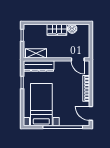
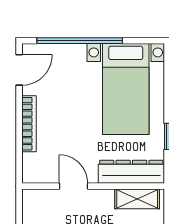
door: (78, 59) -> (73, 186), moved
door: (91, 113) -> (19, 70), hinge flipped

